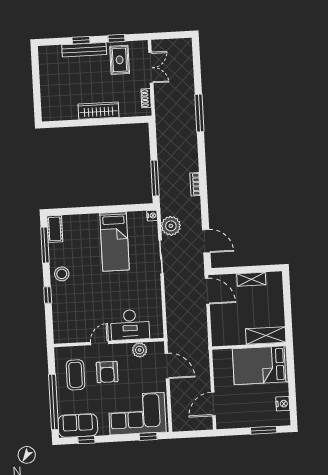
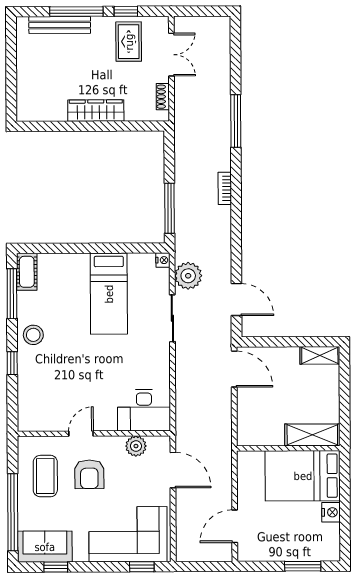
window: (81, 40) -> (76, 12), width x2.17
bench: (84, 50) -> (60, 25), moved
bookcase: (195, 184) -> (225, 188), moved
shelving: (251, 279) -> (320, 355), moved
desk: (130, 325) -> (144, 410), moved
nightstand: (283, 404) -> (331, 512), moved

